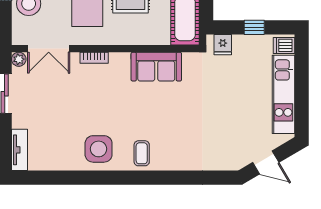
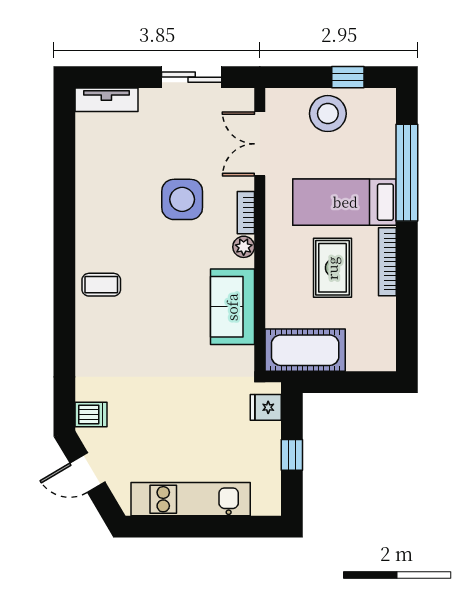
dishwasher: (284, 45) -> (91, 414), moved, turned 90
plant: (19, 59) -> (244, 247), moved
side table: (99, 149) -> (182, 199), moved
door: (266, 162) -> (87, 473), hinge flipped

